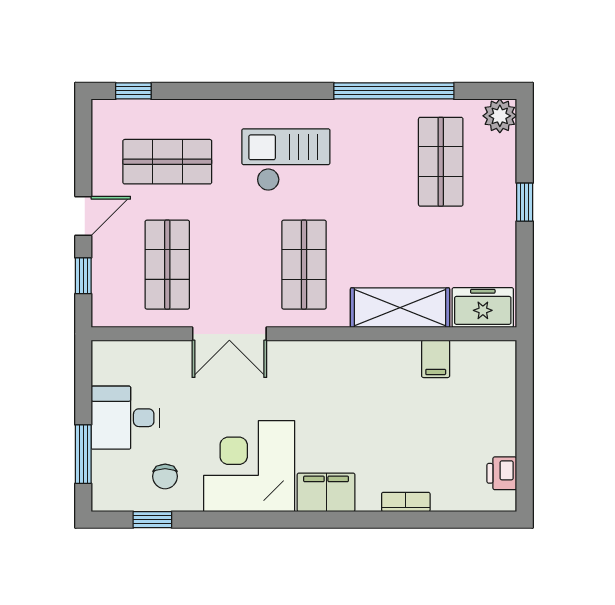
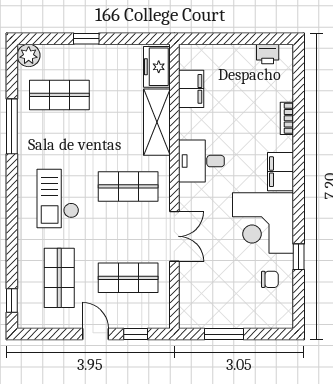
window: (394, 91) -> (12, 126), width x0.68
filing cabinet: (436, 359) -> (191, 89), width x2.00
desk: (125, 418) -> (201, 161), moved, turned 90
window: (83, 454) -> (224, 334), moved
window: (152, 520) -> (299, 257), moved

